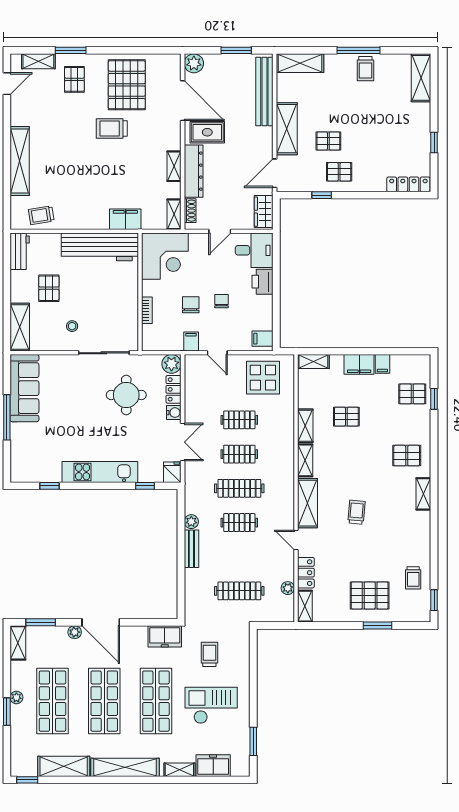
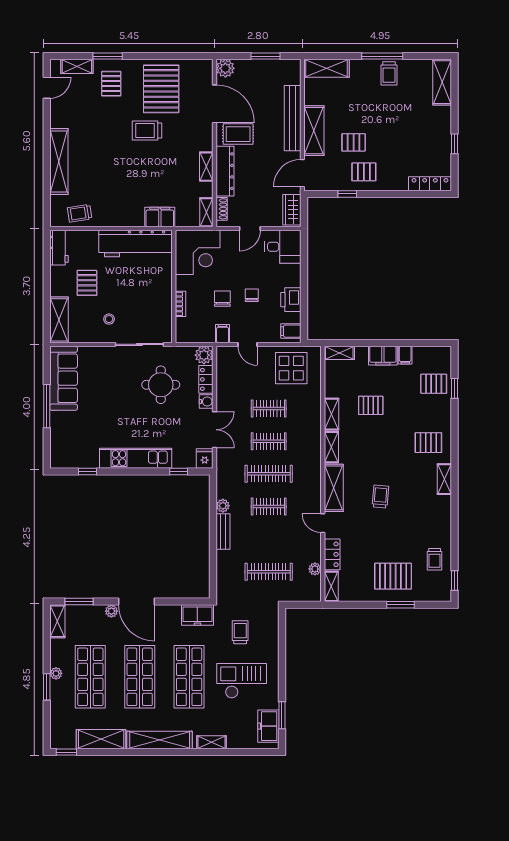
bench: (264, 91) -> (293, 118), moved
printer: (263, 282) -> (291, 300), moved
freezer: (213, 766) -> (268, 726), moved, turned -90

